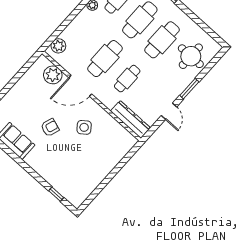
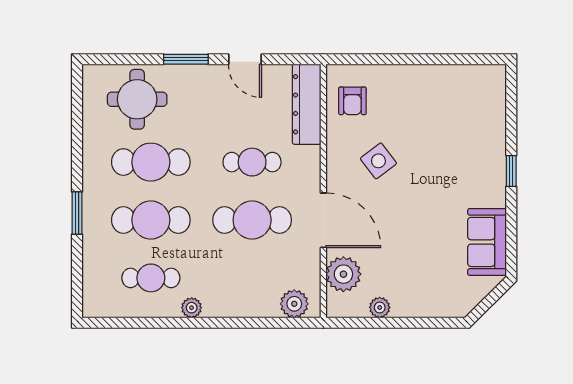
plant: (28, 77) -> (380, 307), added
door: (169, 111) -> (245, 59), swing flipped
armchair: (50, 127) -> (352, 101), moved, turned -109
window: (56, 194) -> (511, 171), moved

